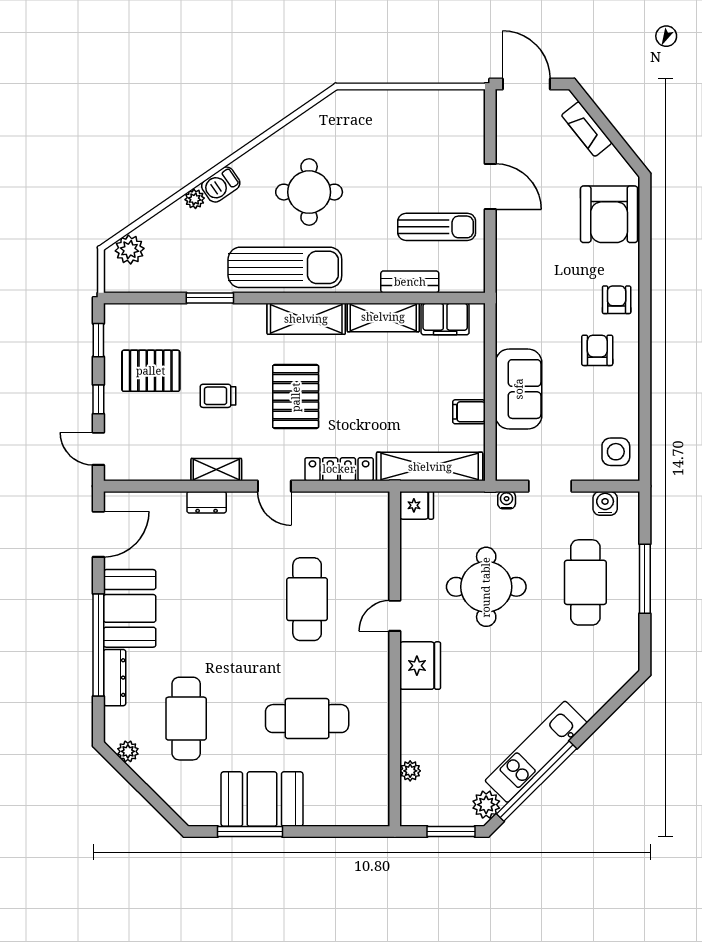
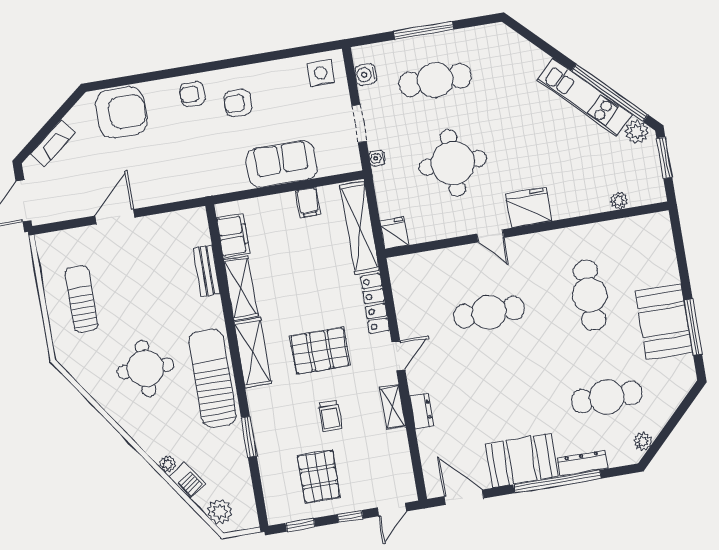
barbecue: (221, 185) -> (187, 480), moved
sun lounger: (437, 227) -> (81, 299), moved

